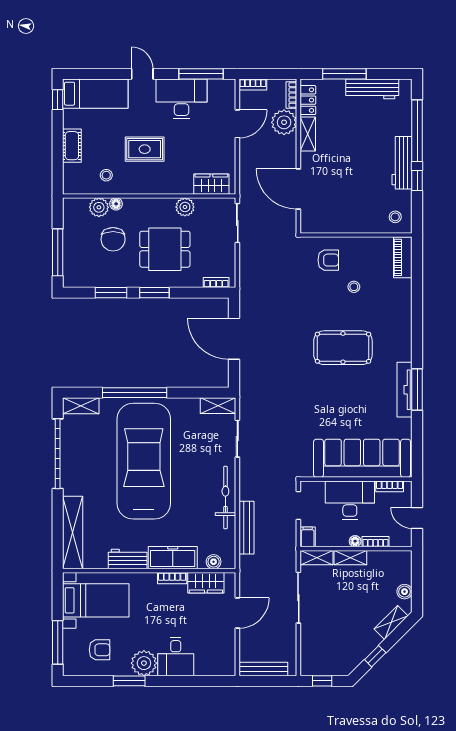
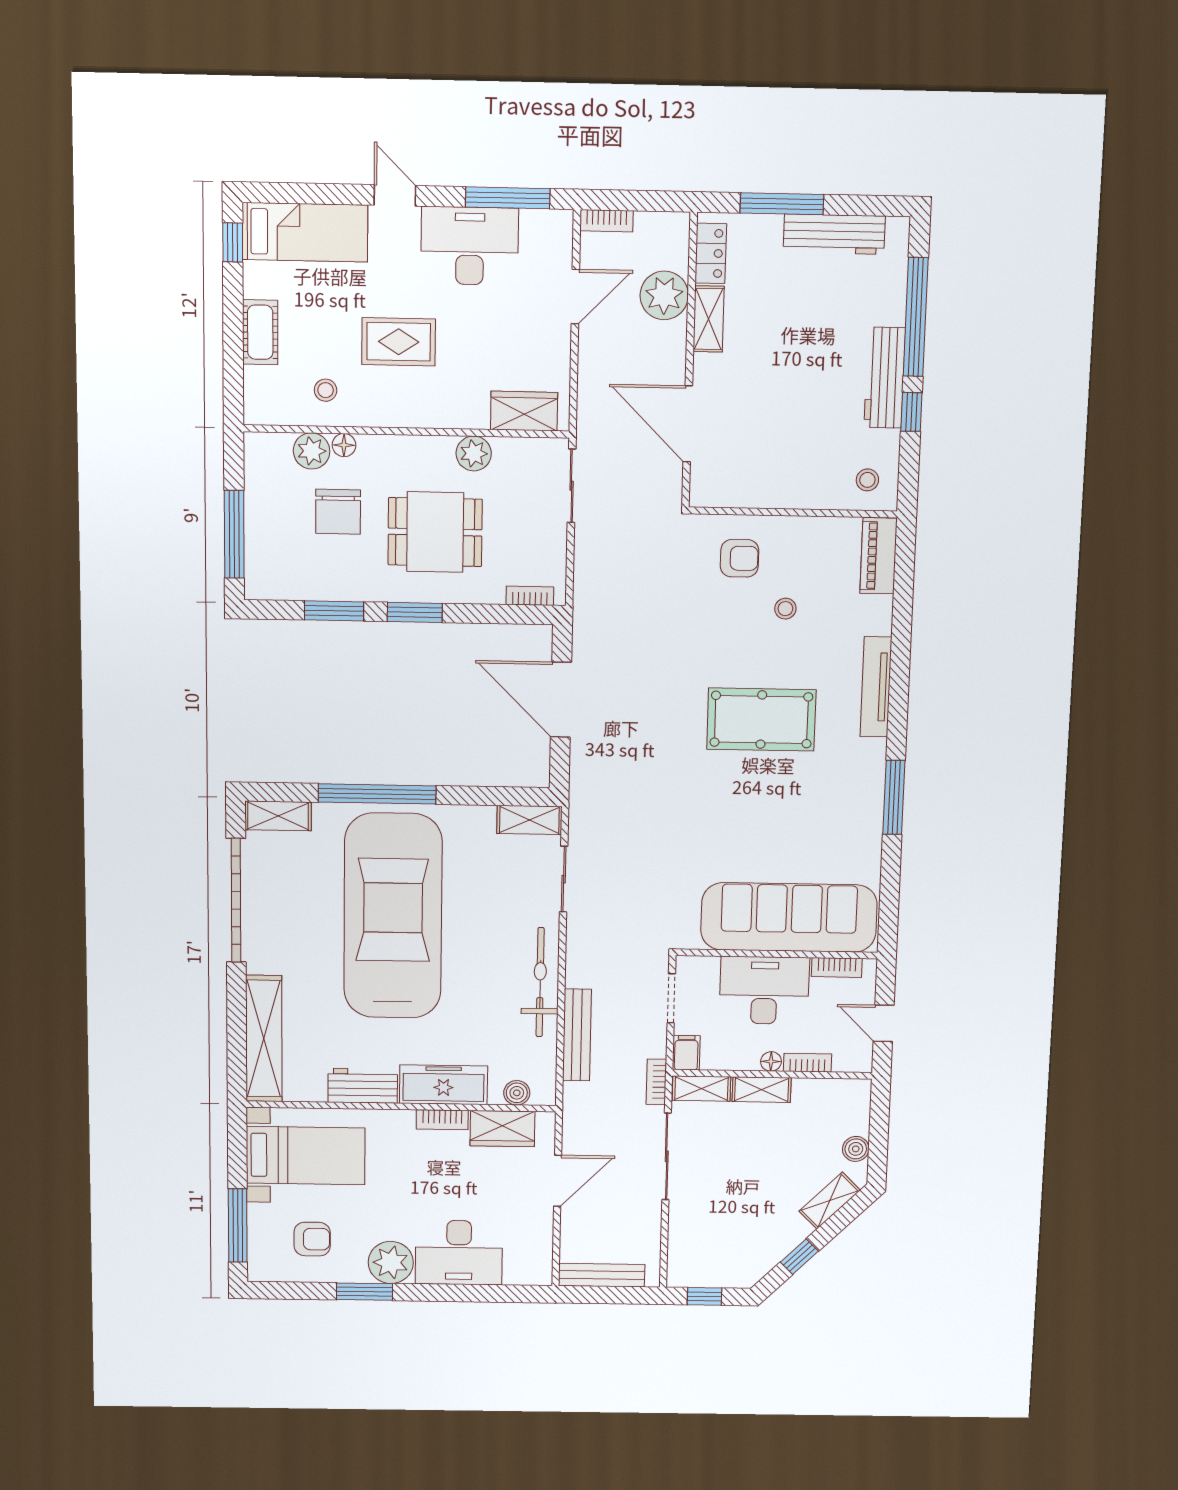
bookcase: (291, 95) -> (656, 1082), moved
tv unit: (405, 390) -> (876, 687), moved
desk: (176, 657) -> (459, 1253), width x1.37

